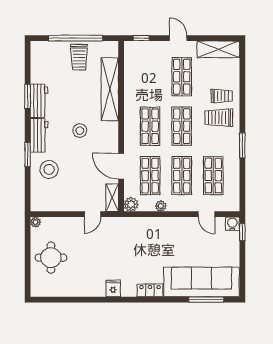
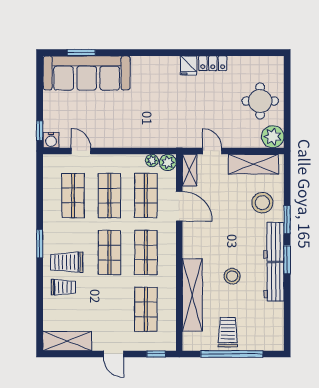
shop shelf: (182, 77) -> (146, 309), moved
trolley: (222, 96) -> (63, 287), turned 180
window: (28, 97) -> (287, 260), moved
trolley: (219, 118) -> (67, 262), turned 180
stool: (80, 131) -> (232, 276), moved
window: (242, 145) -> (40, 243), moved
shelving: (57, 203) -> (253, 164), added
plant: (161, 206) -> (152, 160), moved
door: (93, 214) -> (212, 151), hinge flipped
plant: (35, 222) -> (273, 137), width x1.88, depth x1.88
locker: (150, 290) -> (213, 63), moved
window: (206, 300) -> (81, 53), width x0.69

